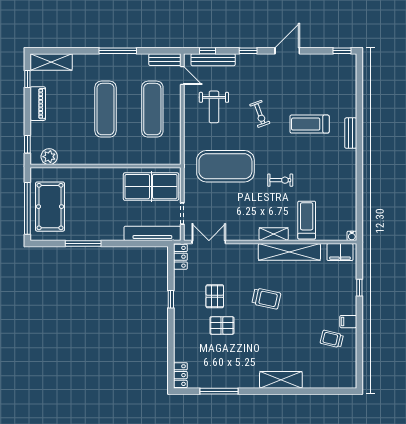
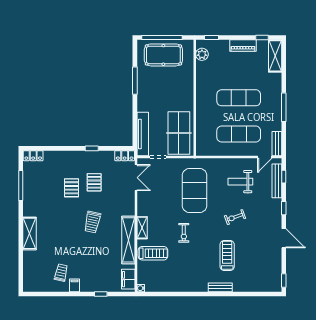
pallet: (215, 296) -> (94, 182), turned 90

